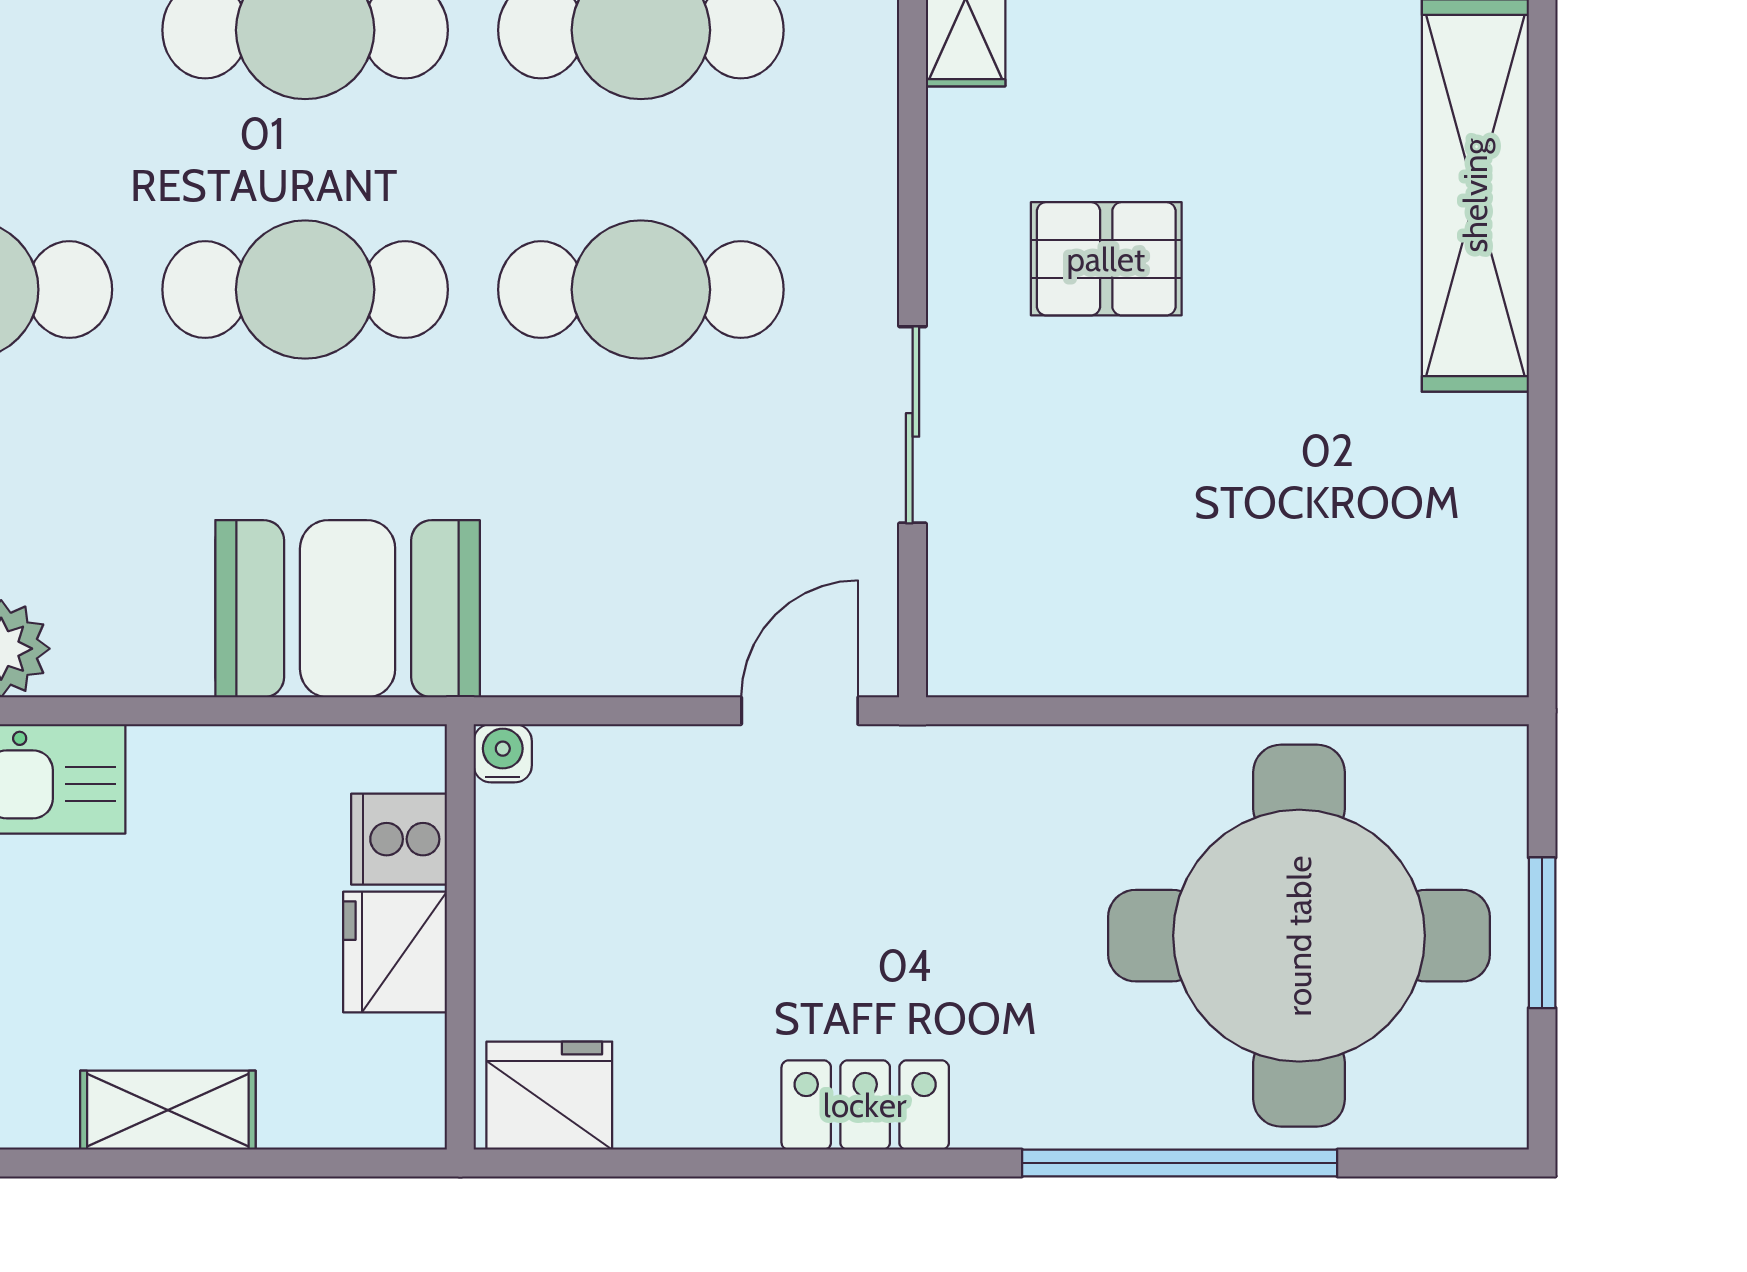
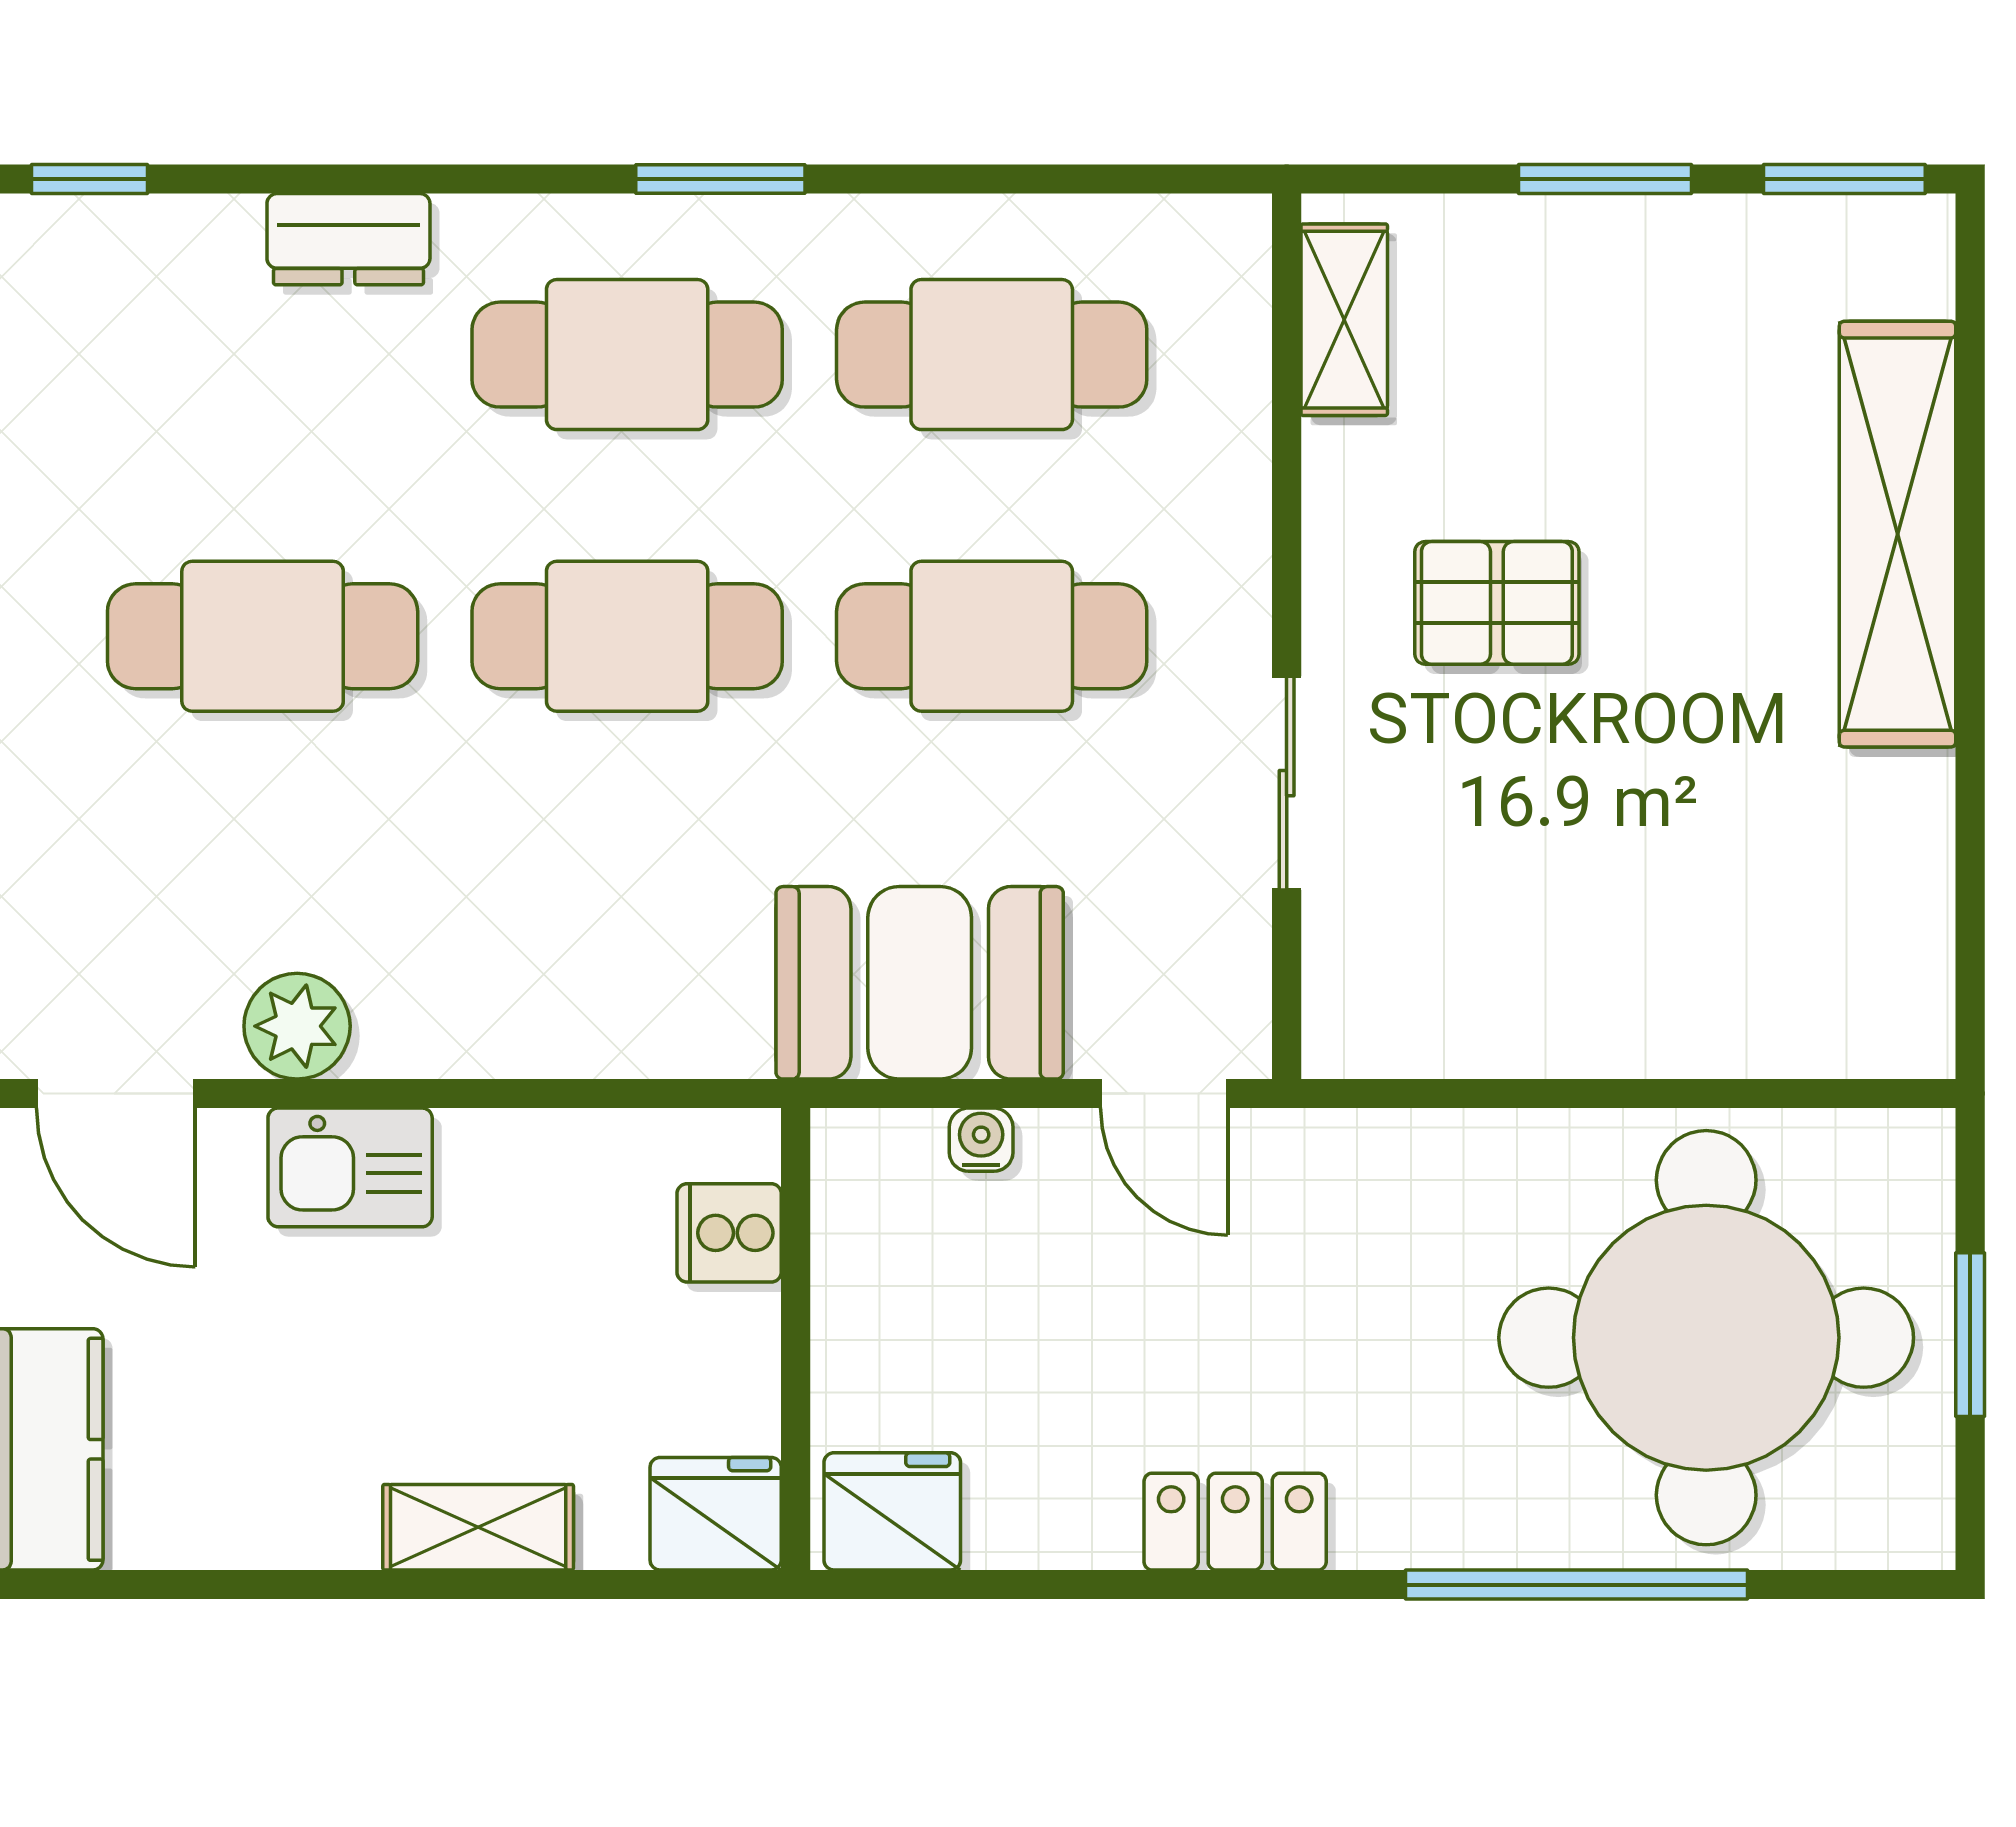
booth: (348, 609) -> (920, 983), moved
door: (800, 711) -> (1164, 1094), swing flipped
water cooler: (503, 753) -> (981, 1140), moved
fridge: (395, 952) -> (716, 1514), moved, turned 90

